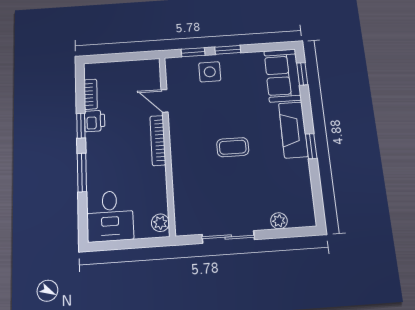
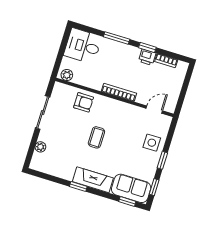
window: (193, 52) -> (154, 187), moved
door: (165, 101) -> (154, 110), moved
armchair: (191, 184) -> (84, 102), added

